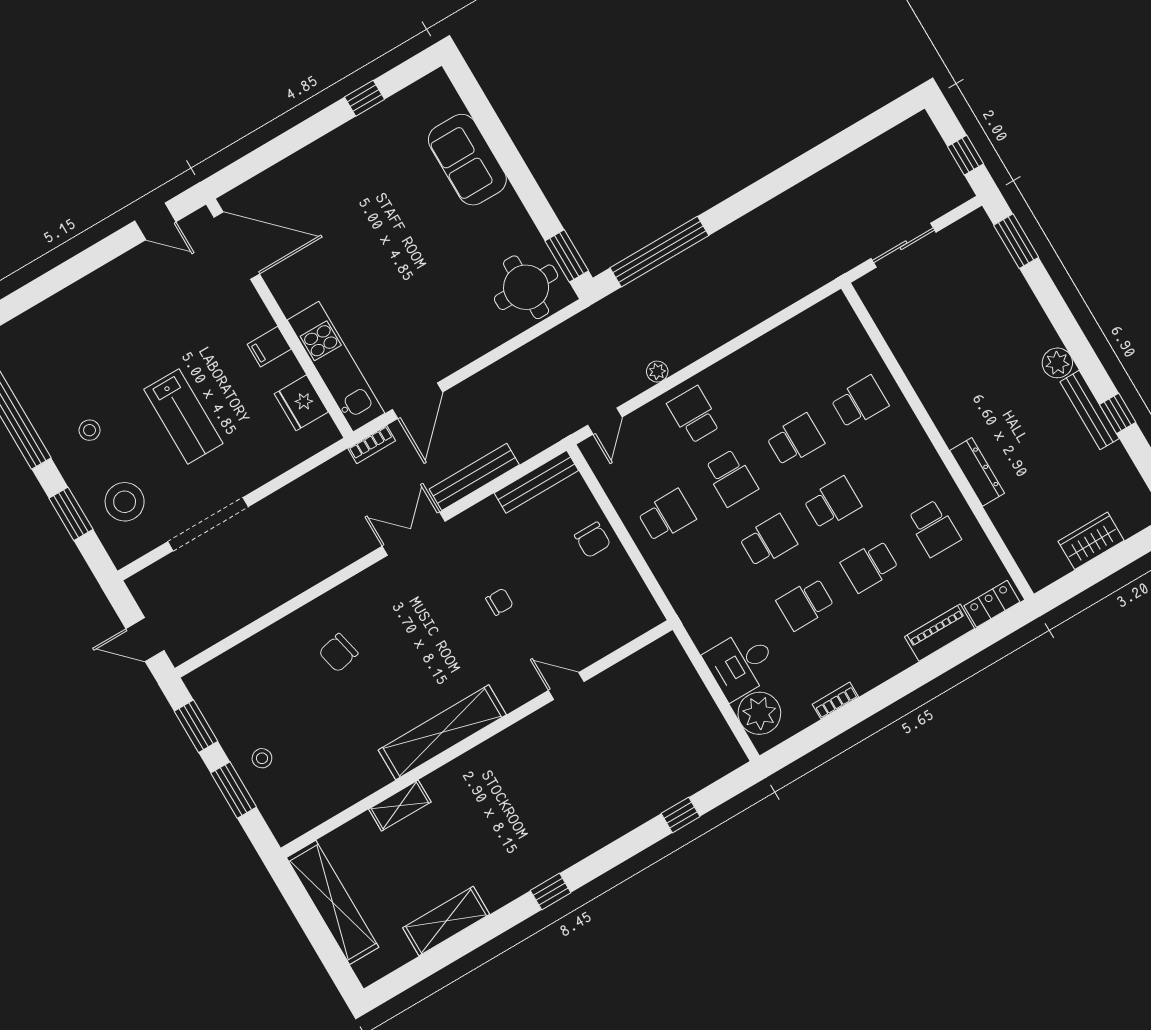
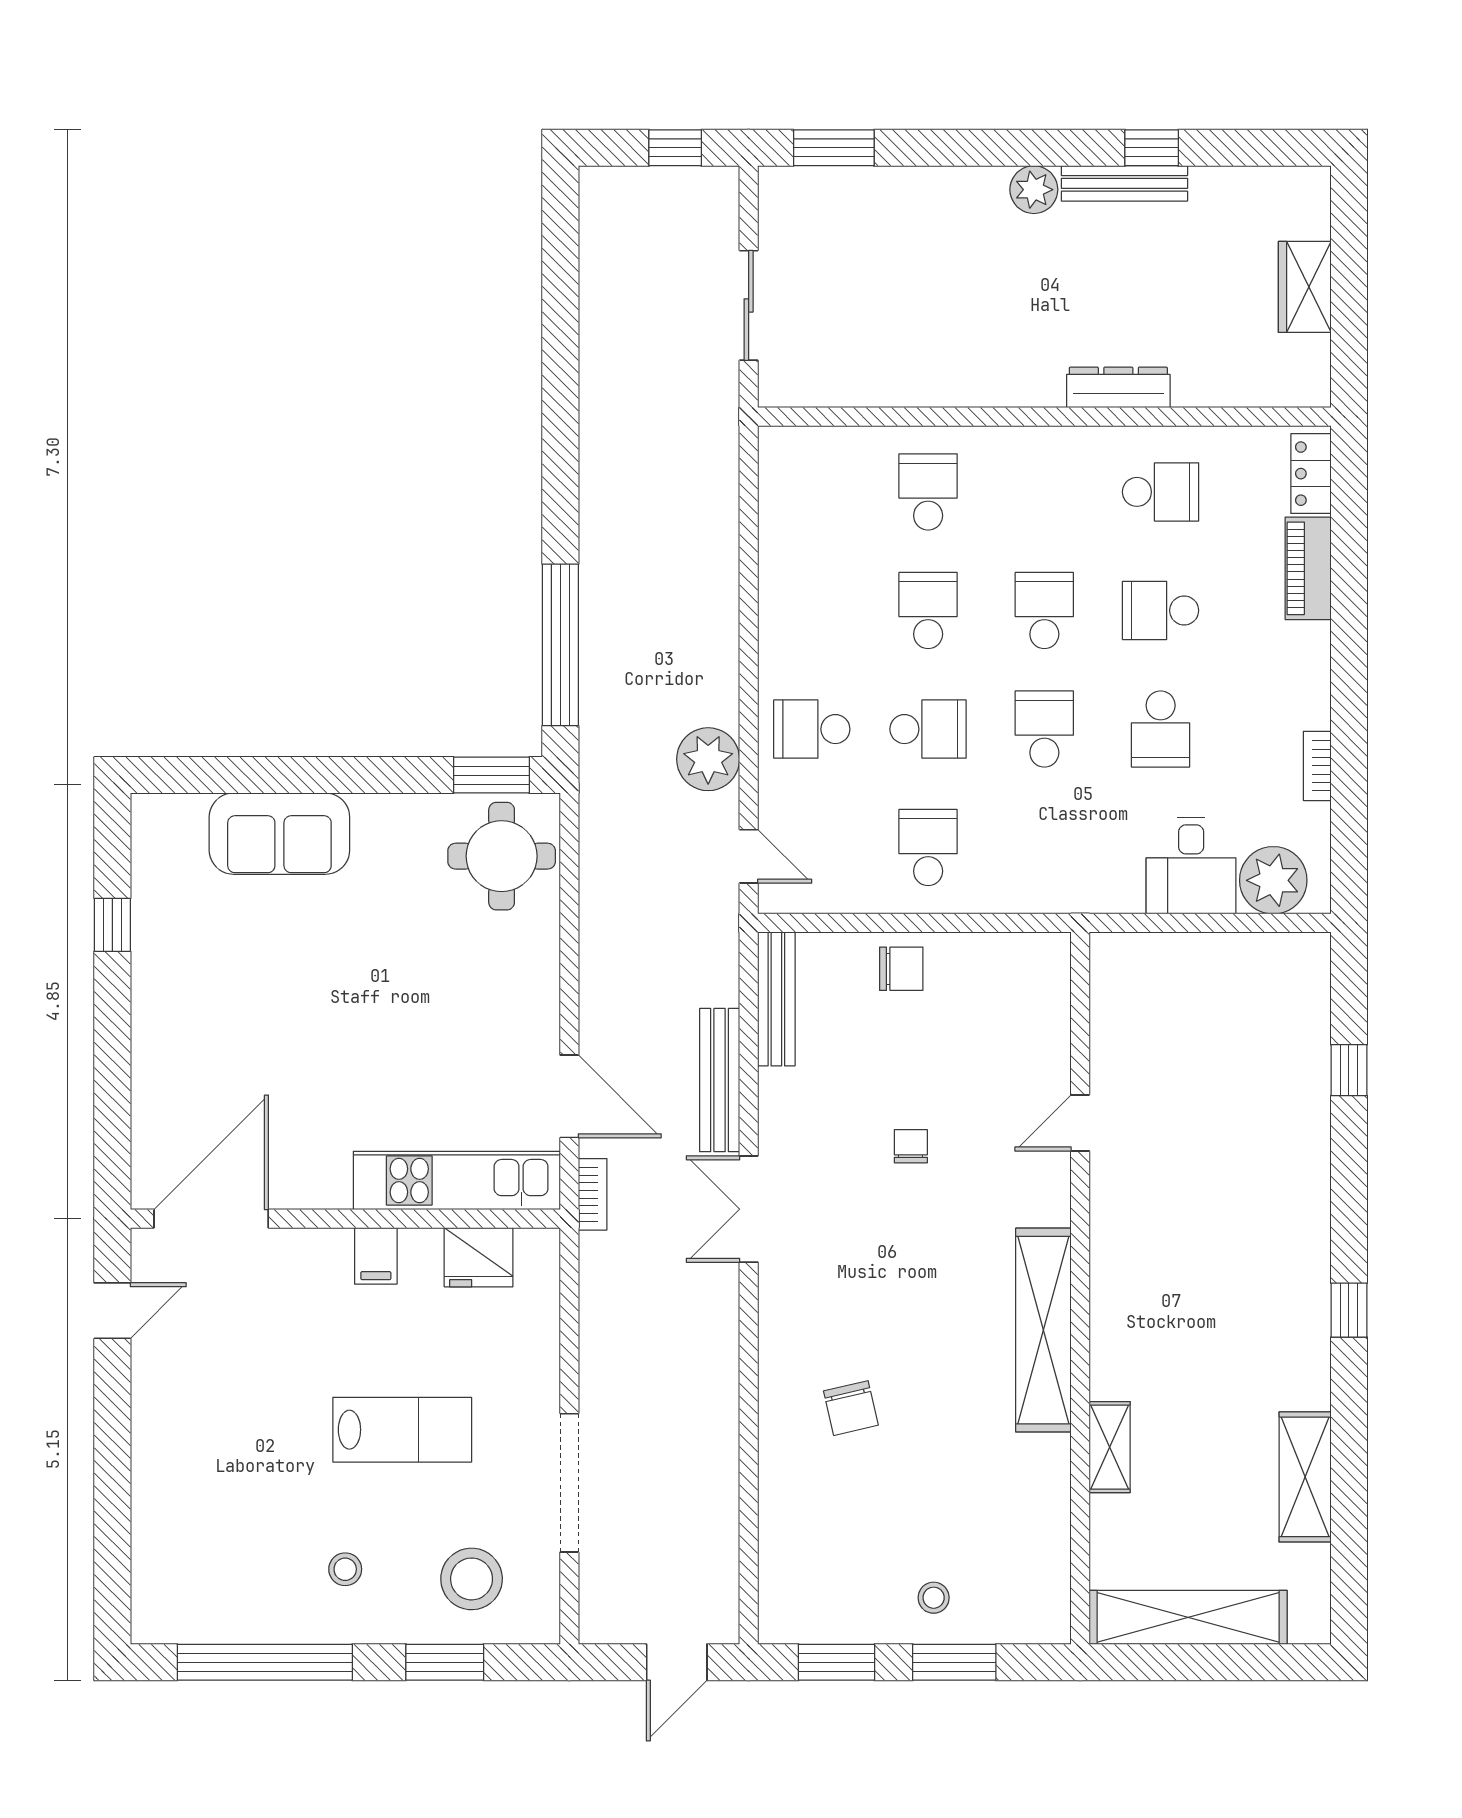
plant: (657, 372) -> (708, 759), width x1.87, depth x1.87
school desk: (870, 566) -> (1161, 610), turned 90

